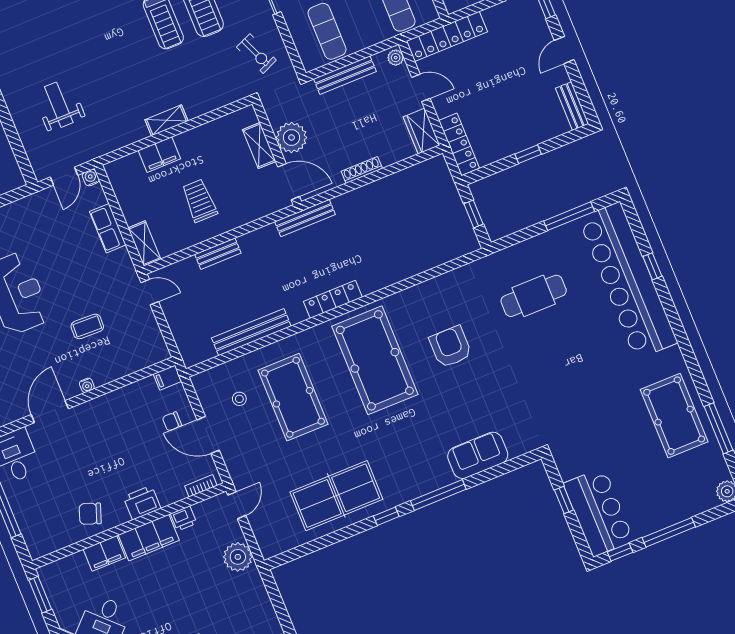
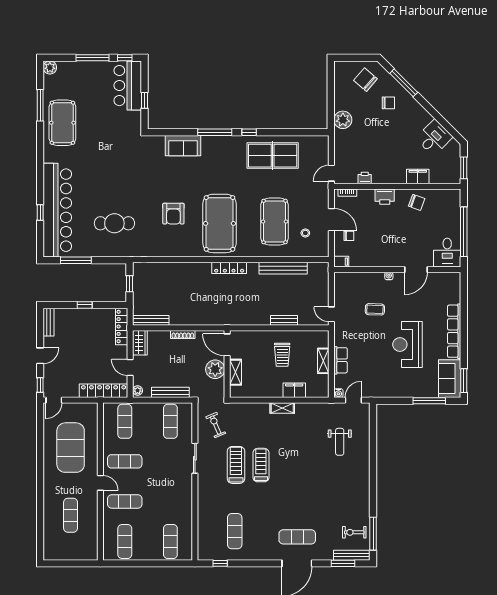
bench: (305, 218) -> (151, 320), moved
shelving: (144, 243) -> (323, 361), moved
filing cabinet: (149, 538) -> (389, 175), removed
plant: (238, 557) -> (343, 120), moved

